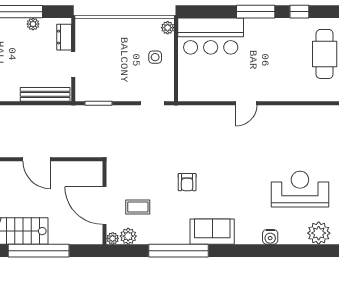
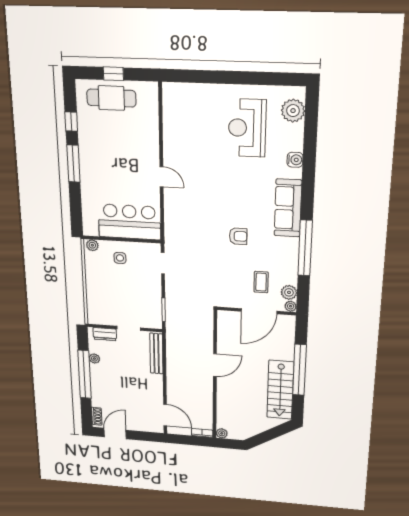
bar counter: (211, 36) -> (129, 222), moved, turned -90
sofa: (212, 232) -> (288, 208), width x1.36

